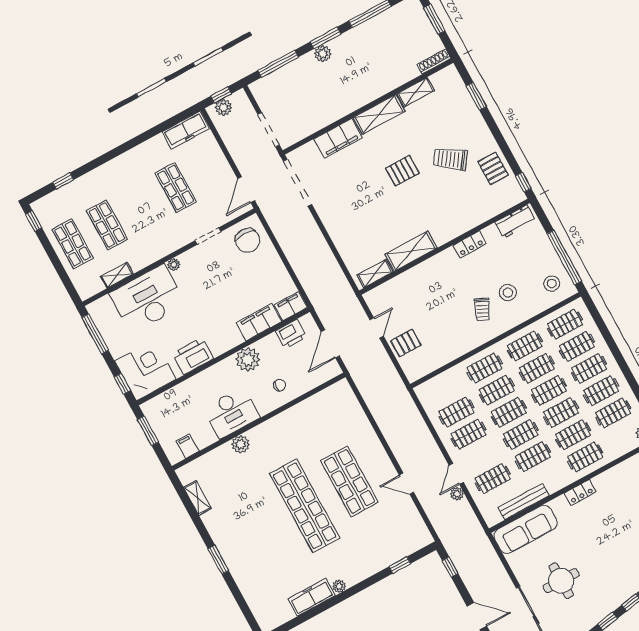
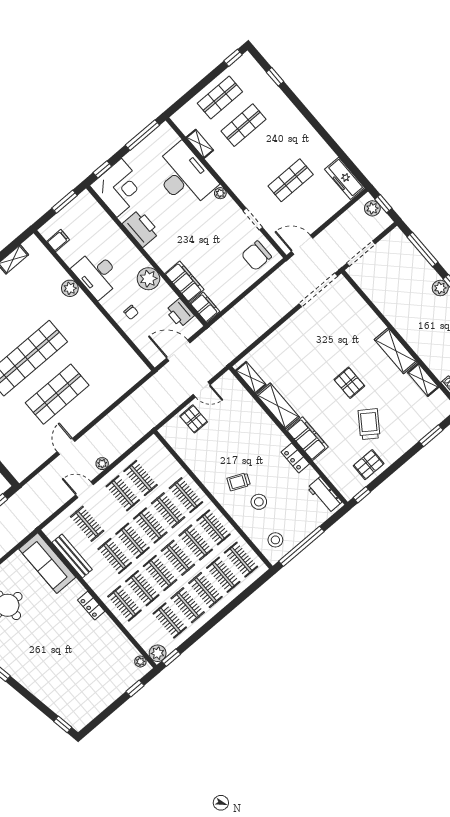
filing cabinet: (338, 138) -> (307, 439), moved, turned 180
plant: (457, 494) -> (102, 464), moved

